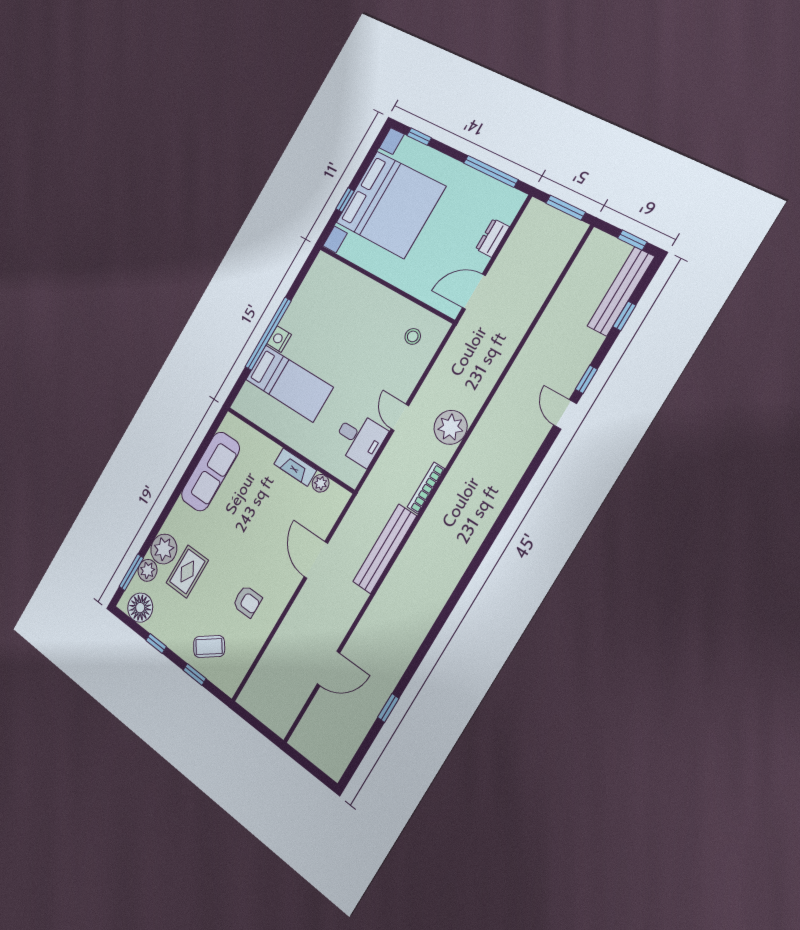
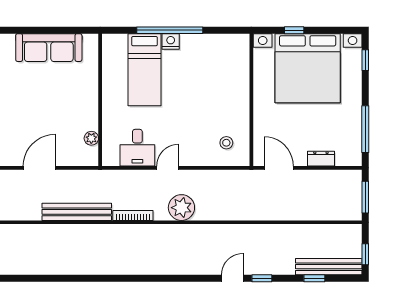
fireplace: (295, 467) -> (91, 112), removed

